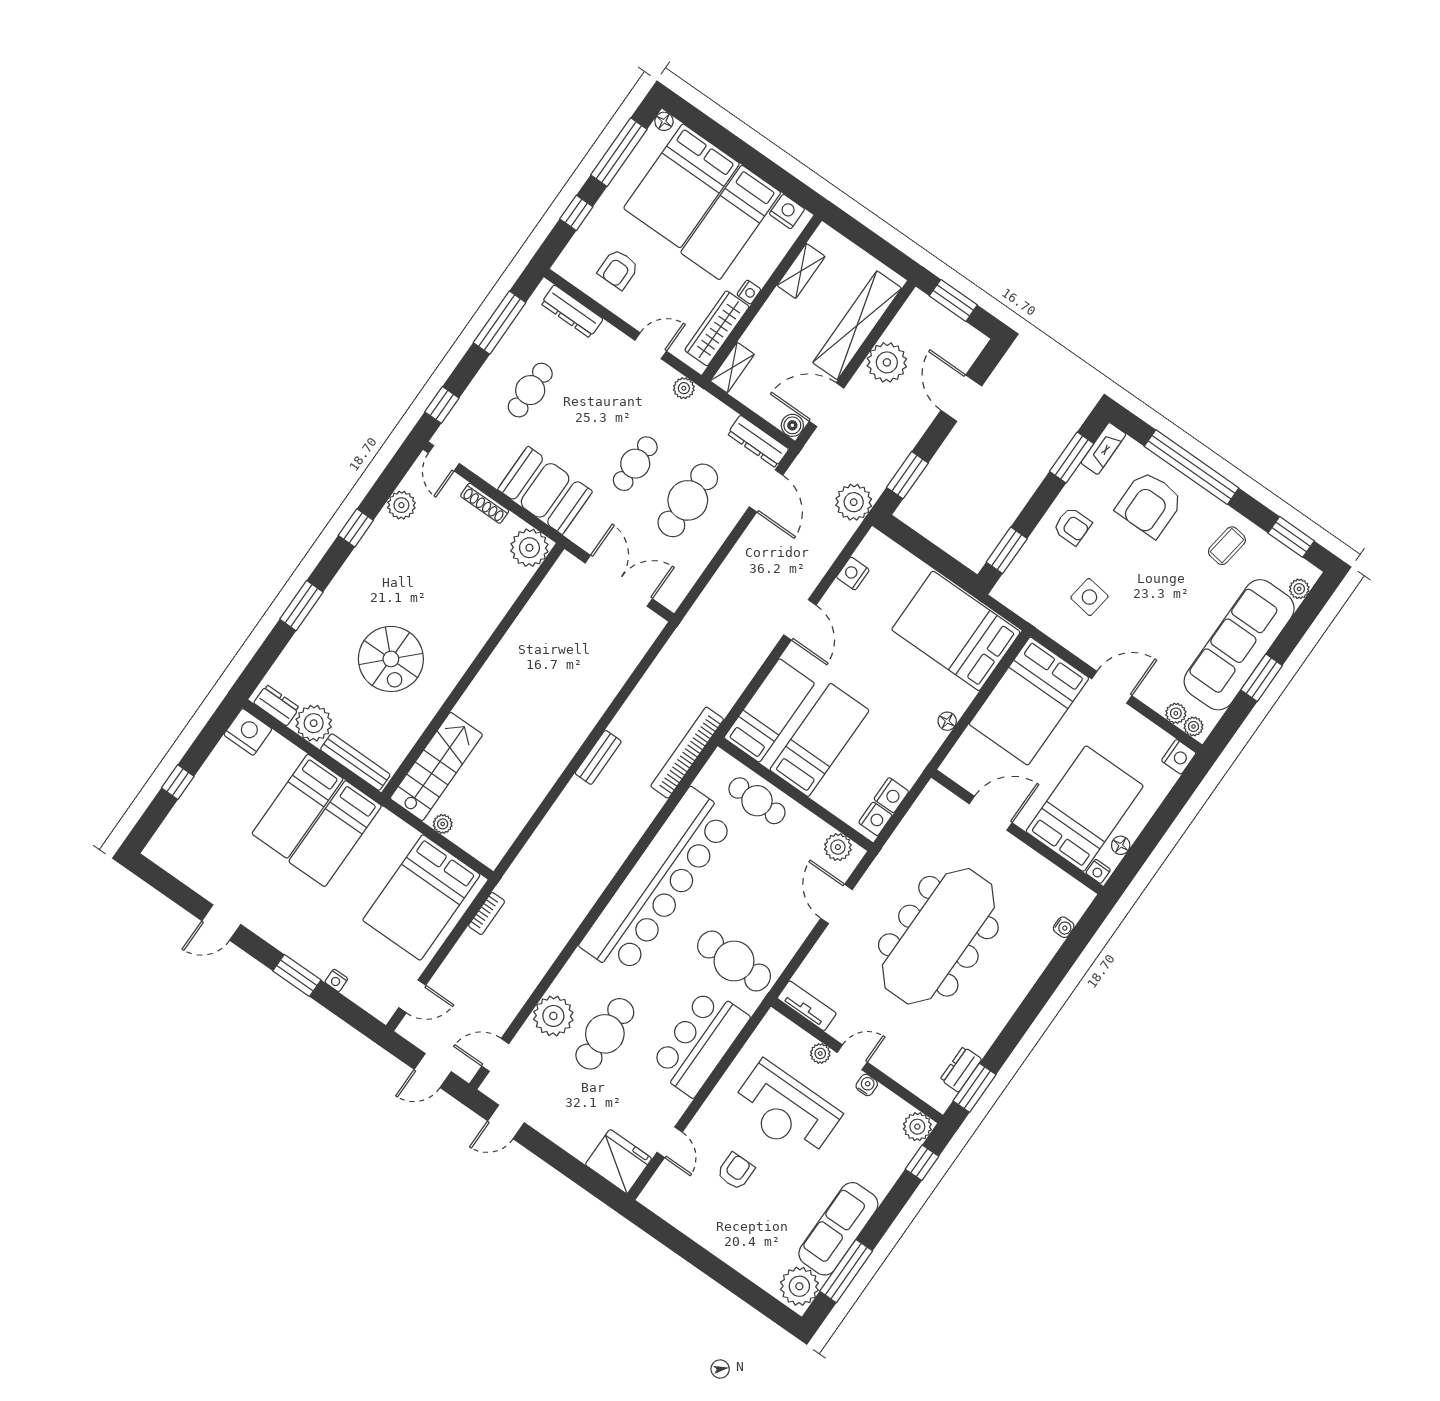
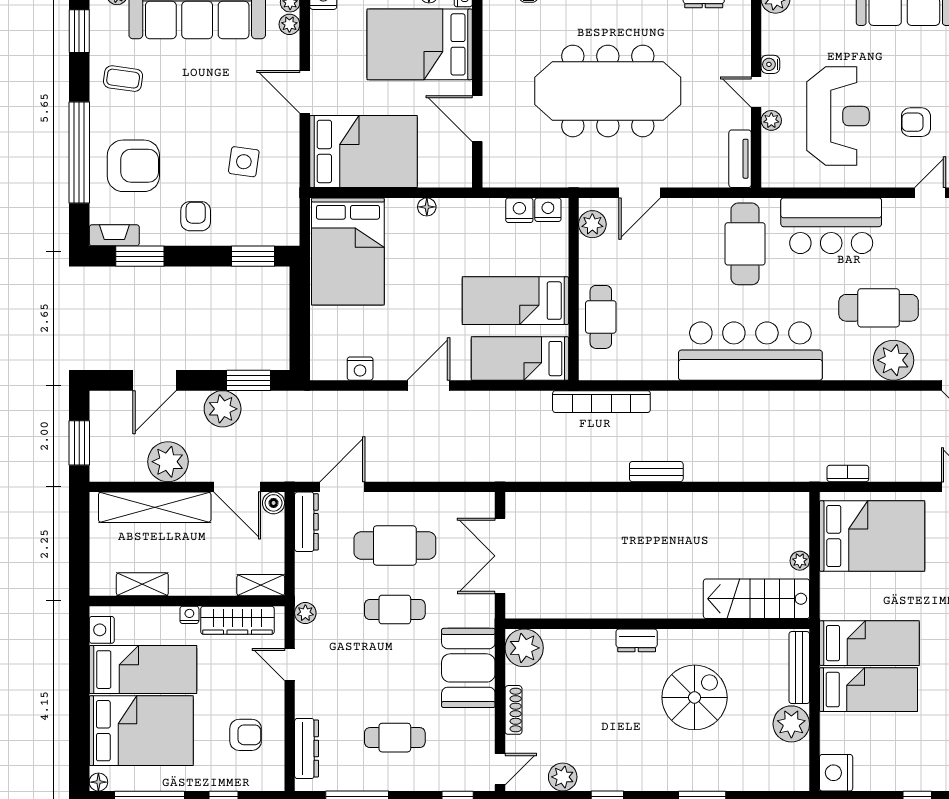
plant: (854, 502) -> (223, 409), moved
dresser: (277, 705) -> (637, 640), moved, turned -90
bar counter: (658, 882) -> (750, 351), width x0.73

